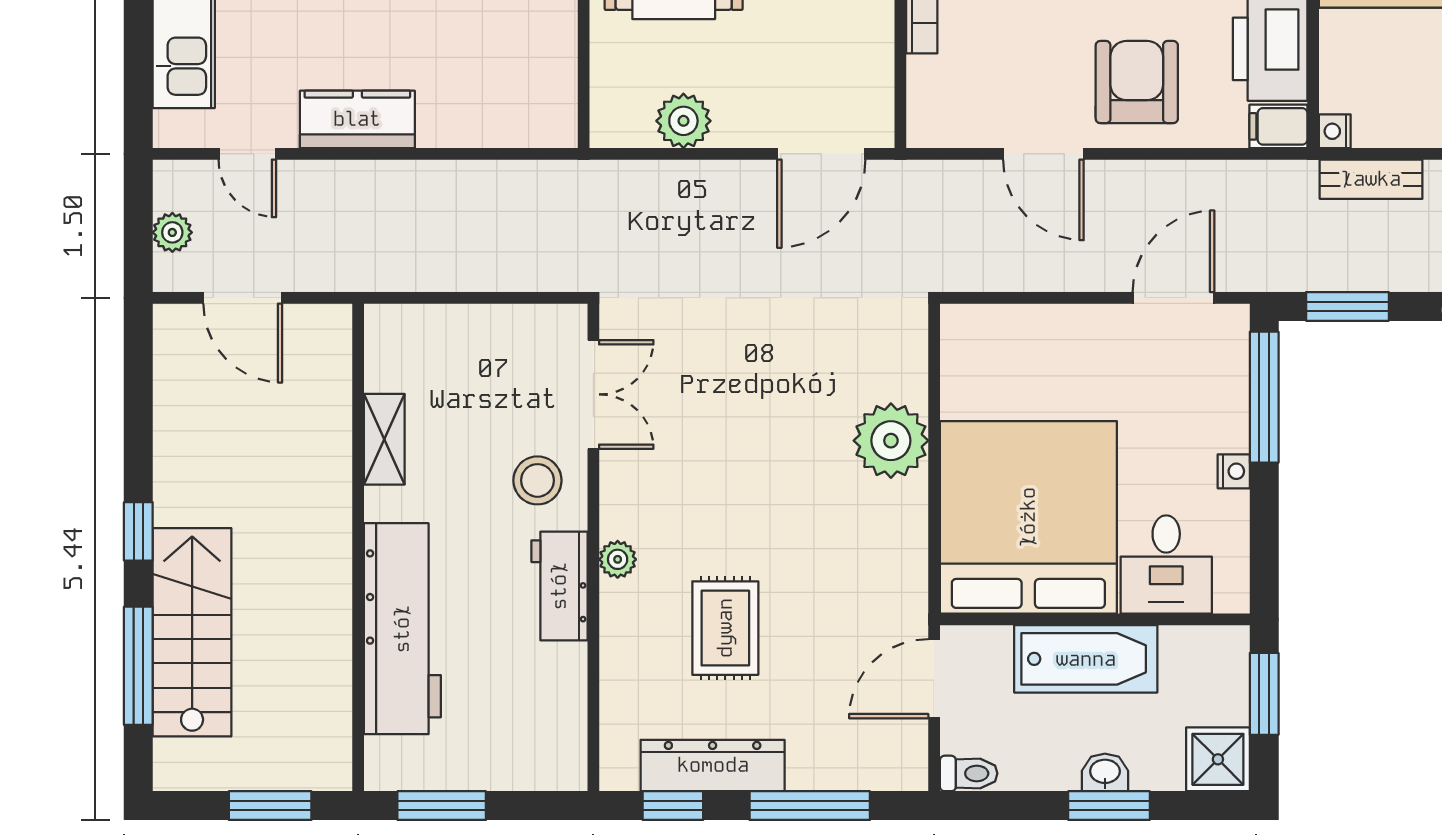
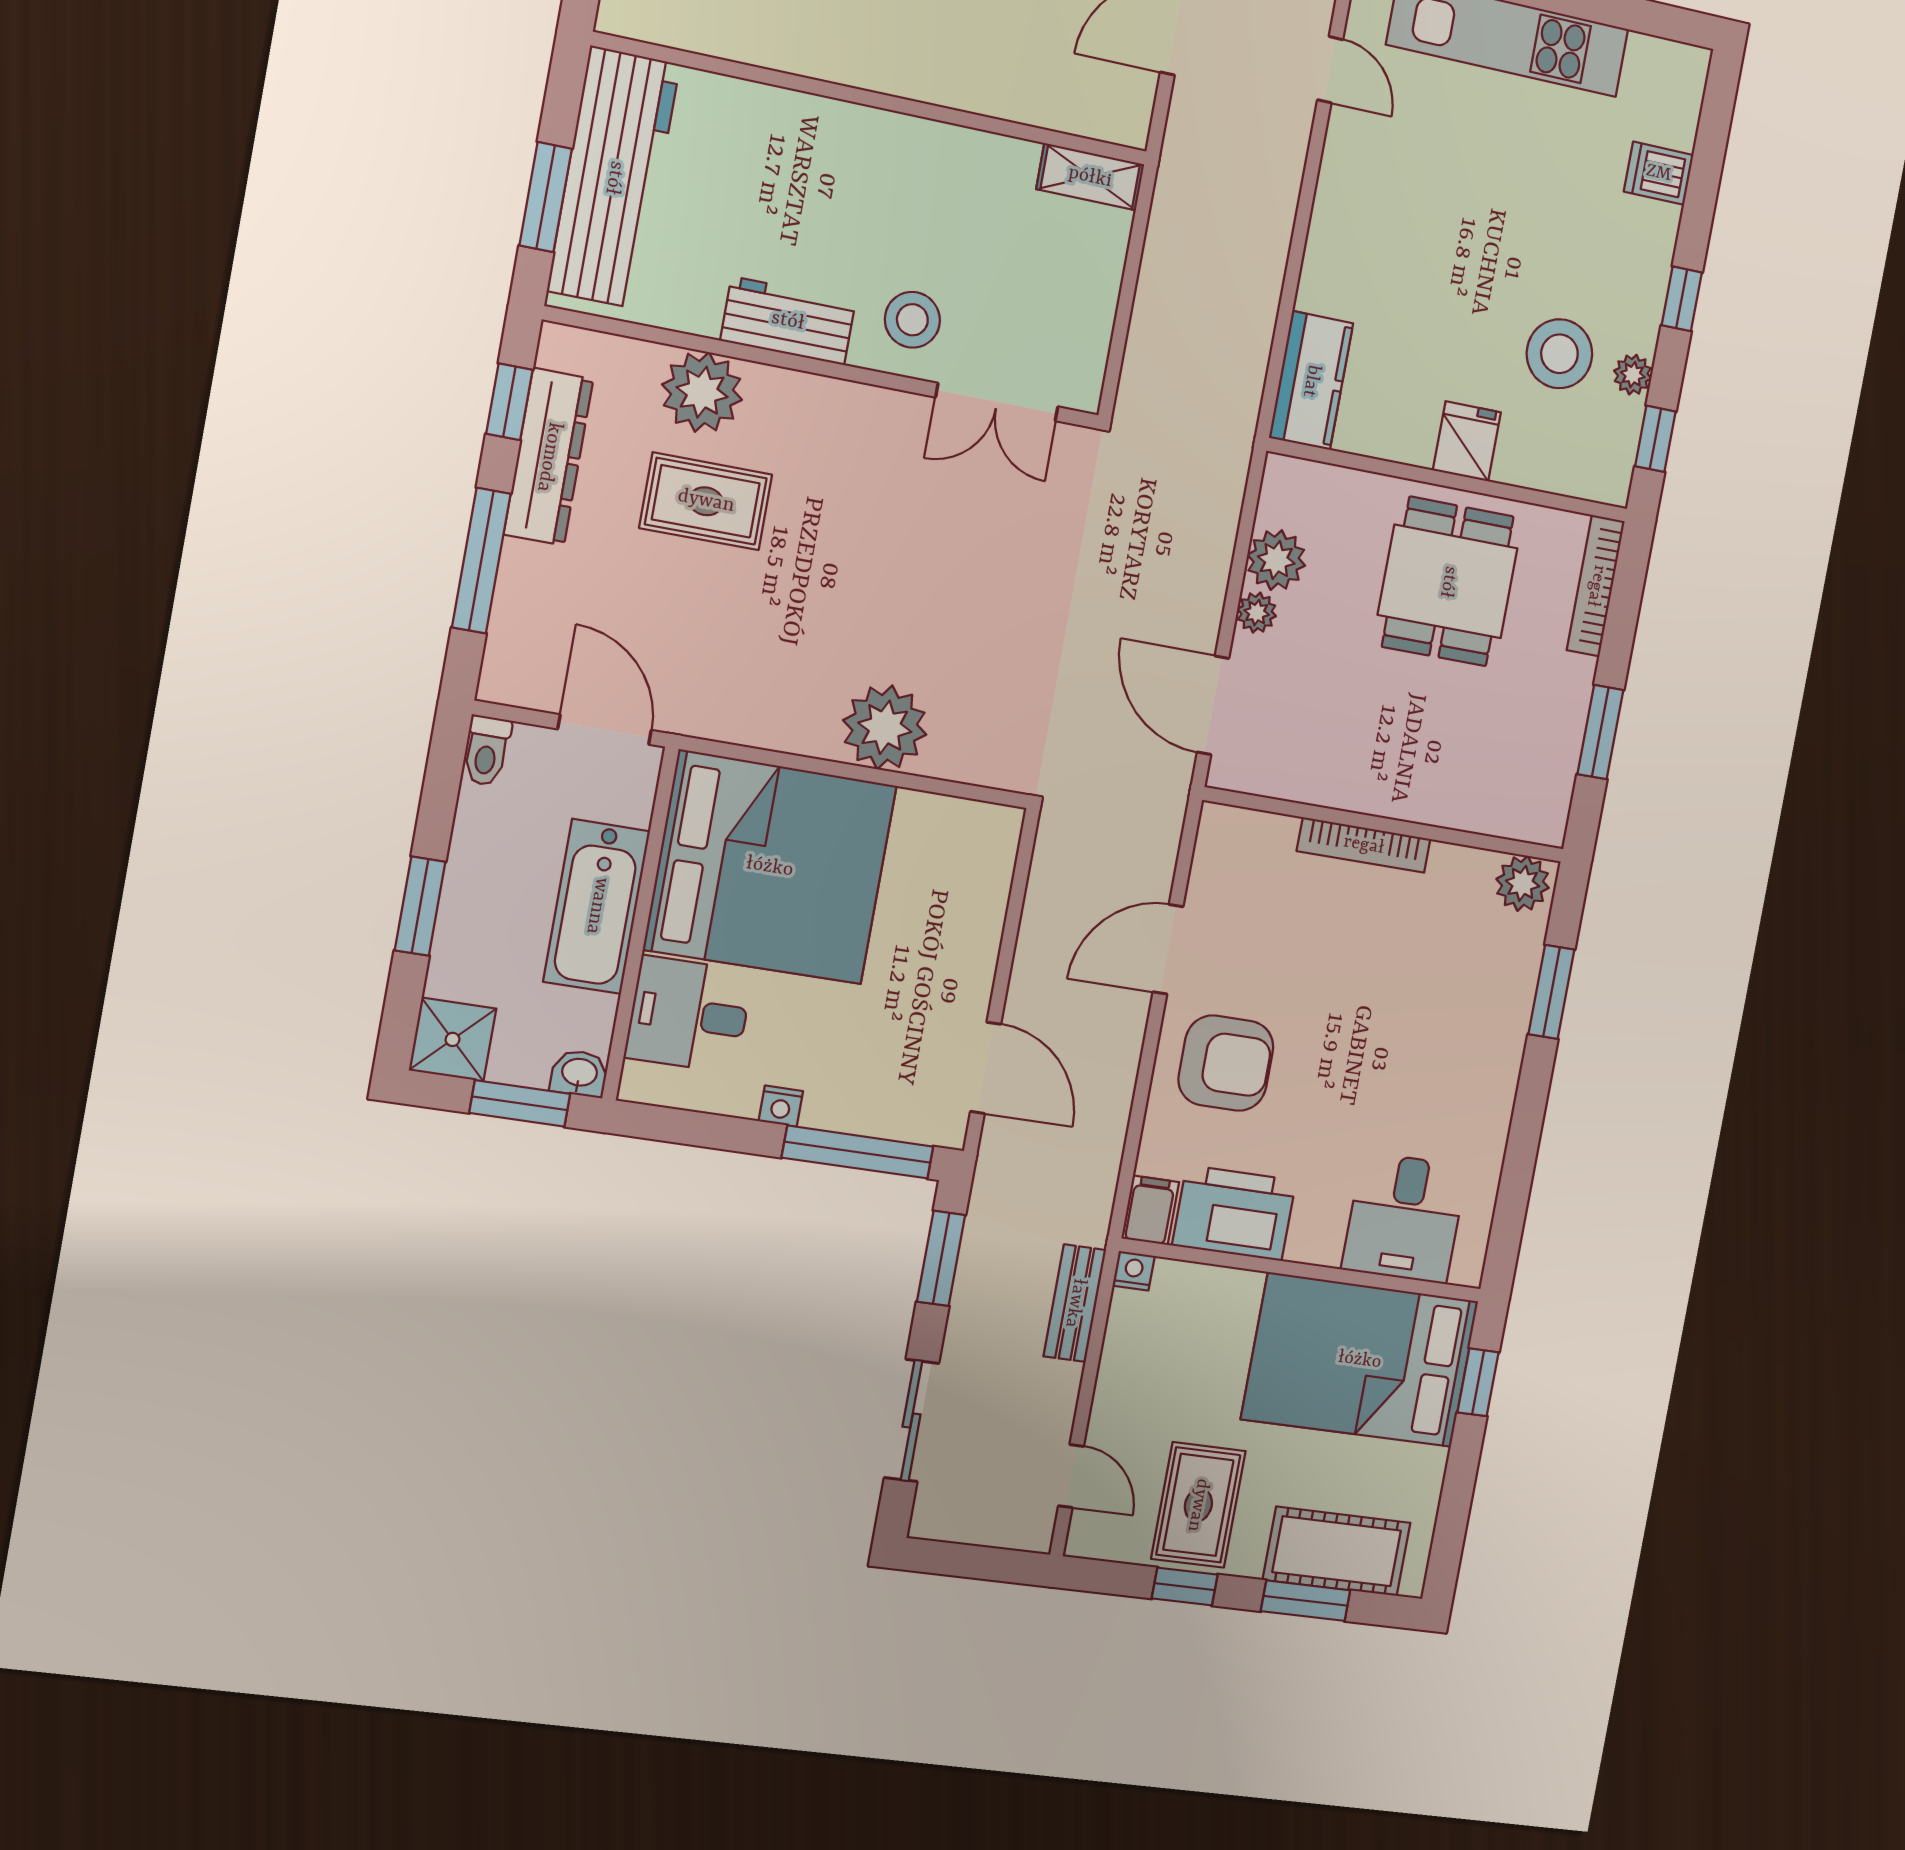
kitchen counter: (357, 119) -> (1311, 381), moved
plant: (733, 130) -> (1257, 613), added
door: (247, 154) -> (1330, 70), swing flipped
shelving: (384, 439) -> (1090, 177), moved
plant: (618, 559) -> (702, 392), moved, width x1.87, depth x1.87
workbench: (402, 629) -> (614, 178), moved, turned -90
washbasin: (1105, 772) -> (579, 1073), moved, turned -90
window: (442, 806) -> (546, 197), moved

